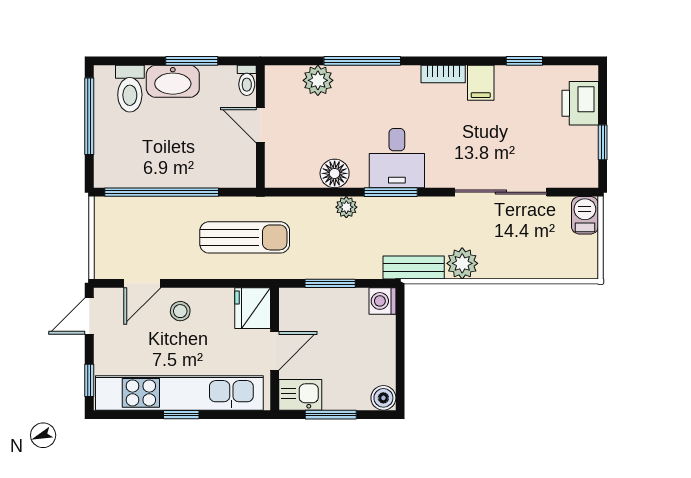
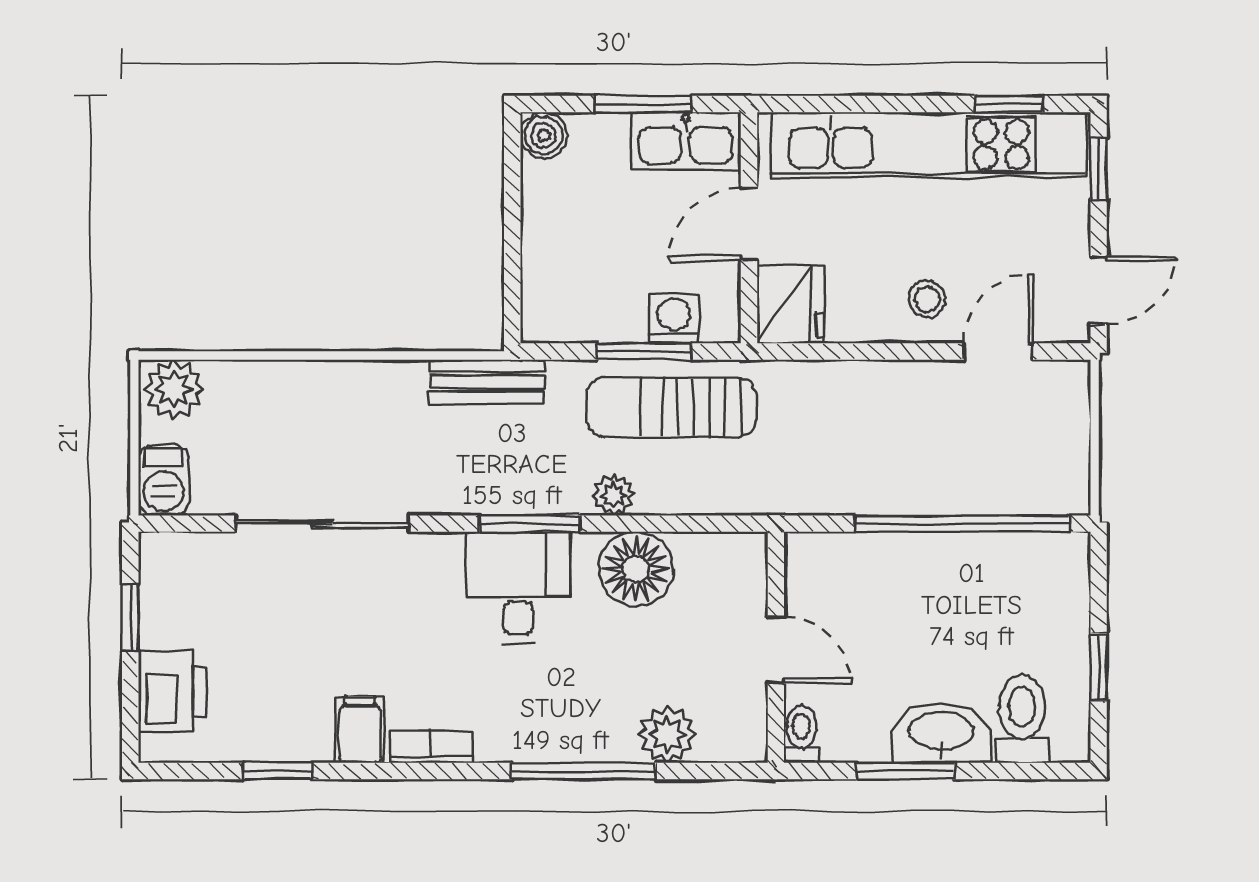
window: (89, 116) -> (1099, 667), width x0.46
floor lamp: (335, 173) -> (636, 569), width x1.38, depth x1.38
sun lounger: (245, 237) -> (671, 407), moved
plant: (462, 263) -> (174, 389), moved
washing machine: (383, 301) -> (674, 318), moved, turned -90
kitchen sink: (300, 395) -> (686, 141), width x1.38
window: (181, 415) -> (1009, 104), moved

